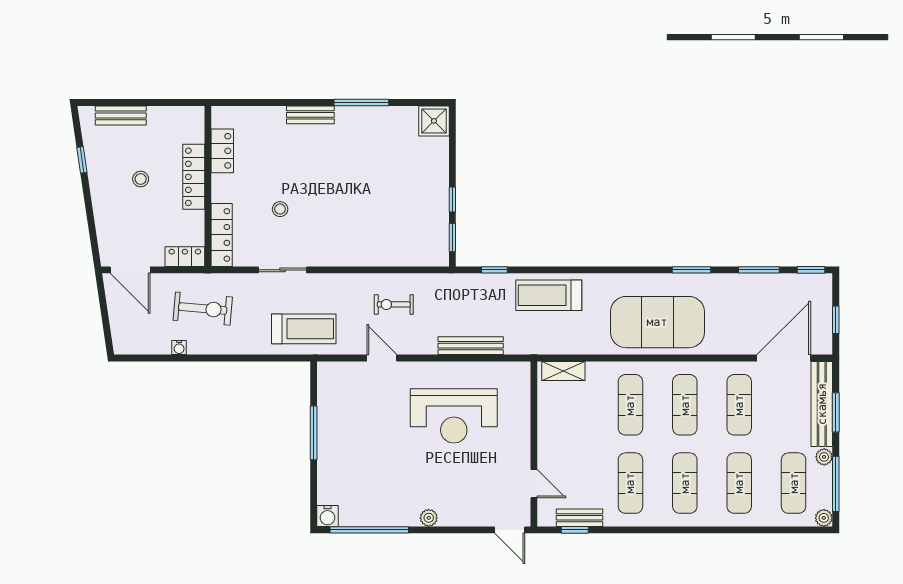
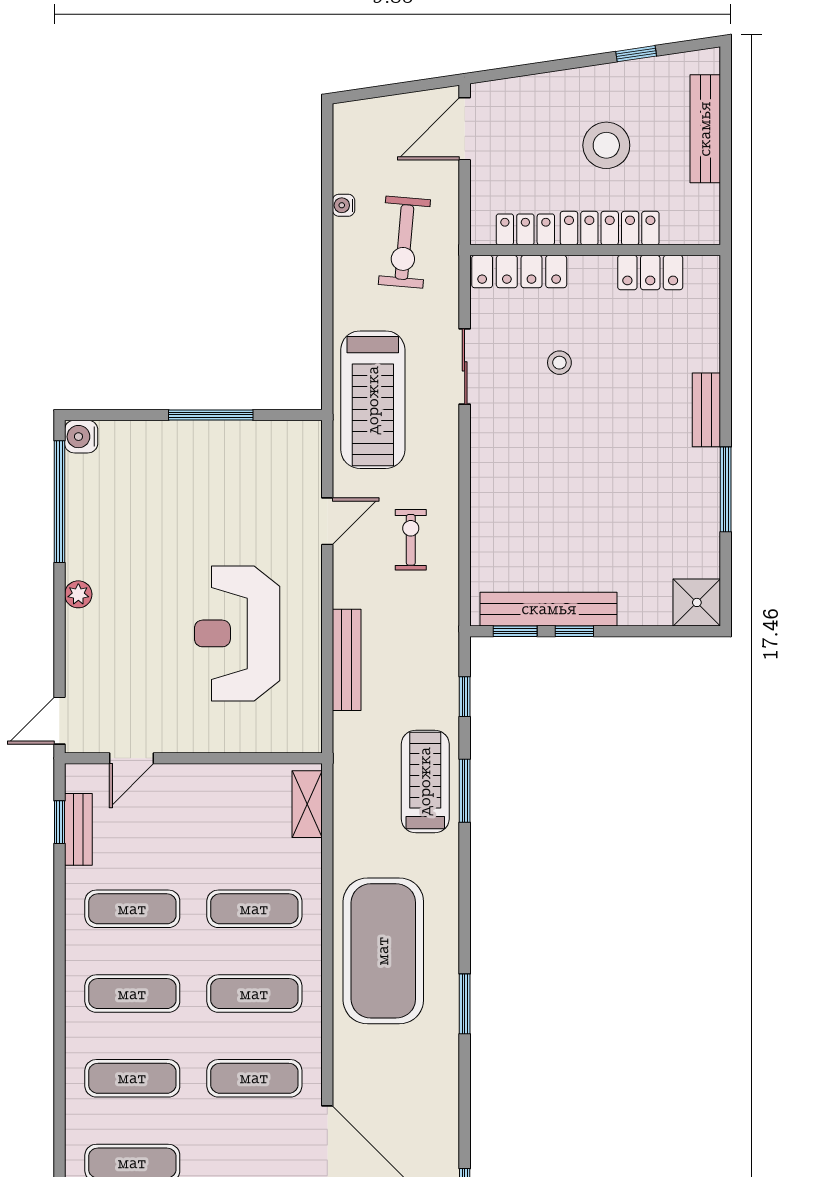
bench: (121, 115) -> (705, 129), width x1.36
stool: (141, 179) -> (606, 145), width x1.89, depth x1.89
bench: (438, 216) -> (549, 609), added
locker: (185, 257) -> (525, 229), moved, turned -90
window: (759, 270) -> (465, 791), moved
treadmill: (304, 329) -> (373, 400), width x1.37, depth x1.38

